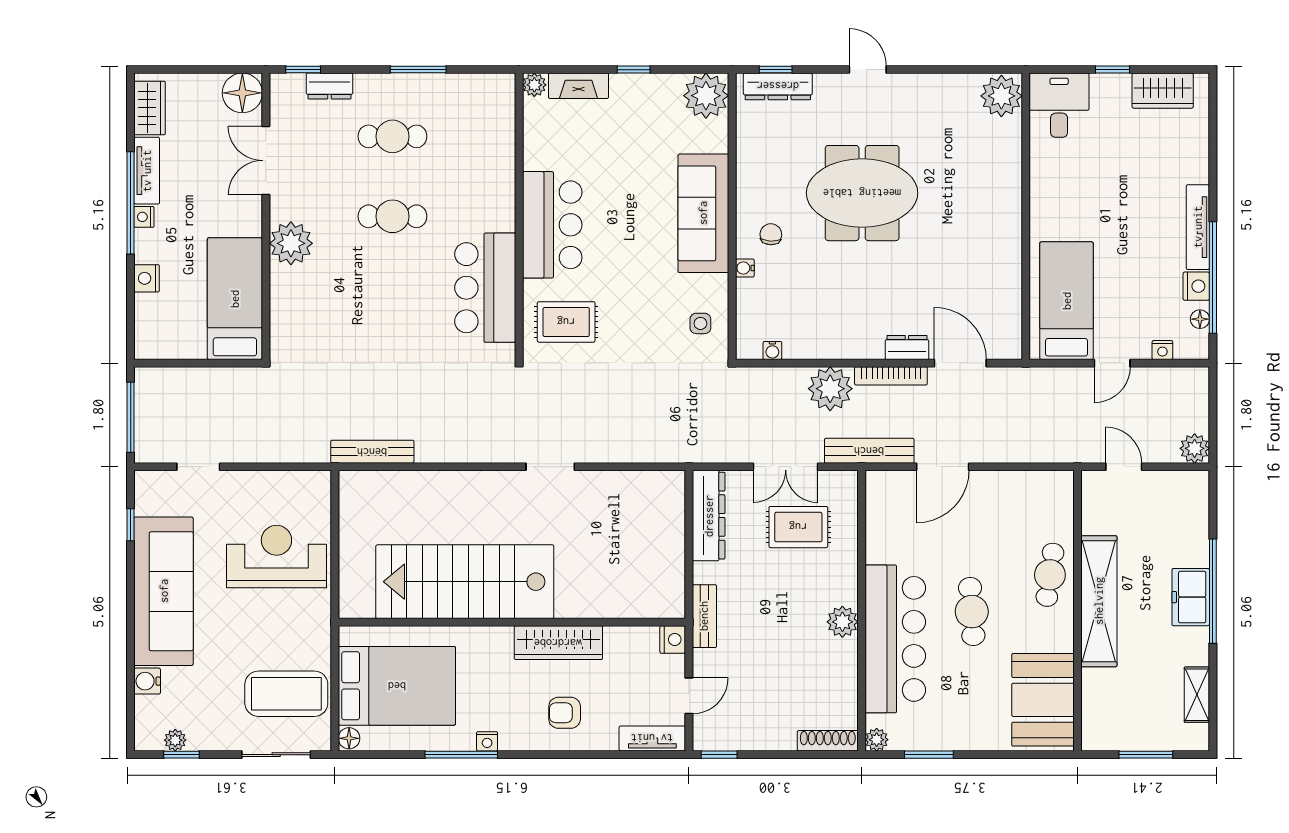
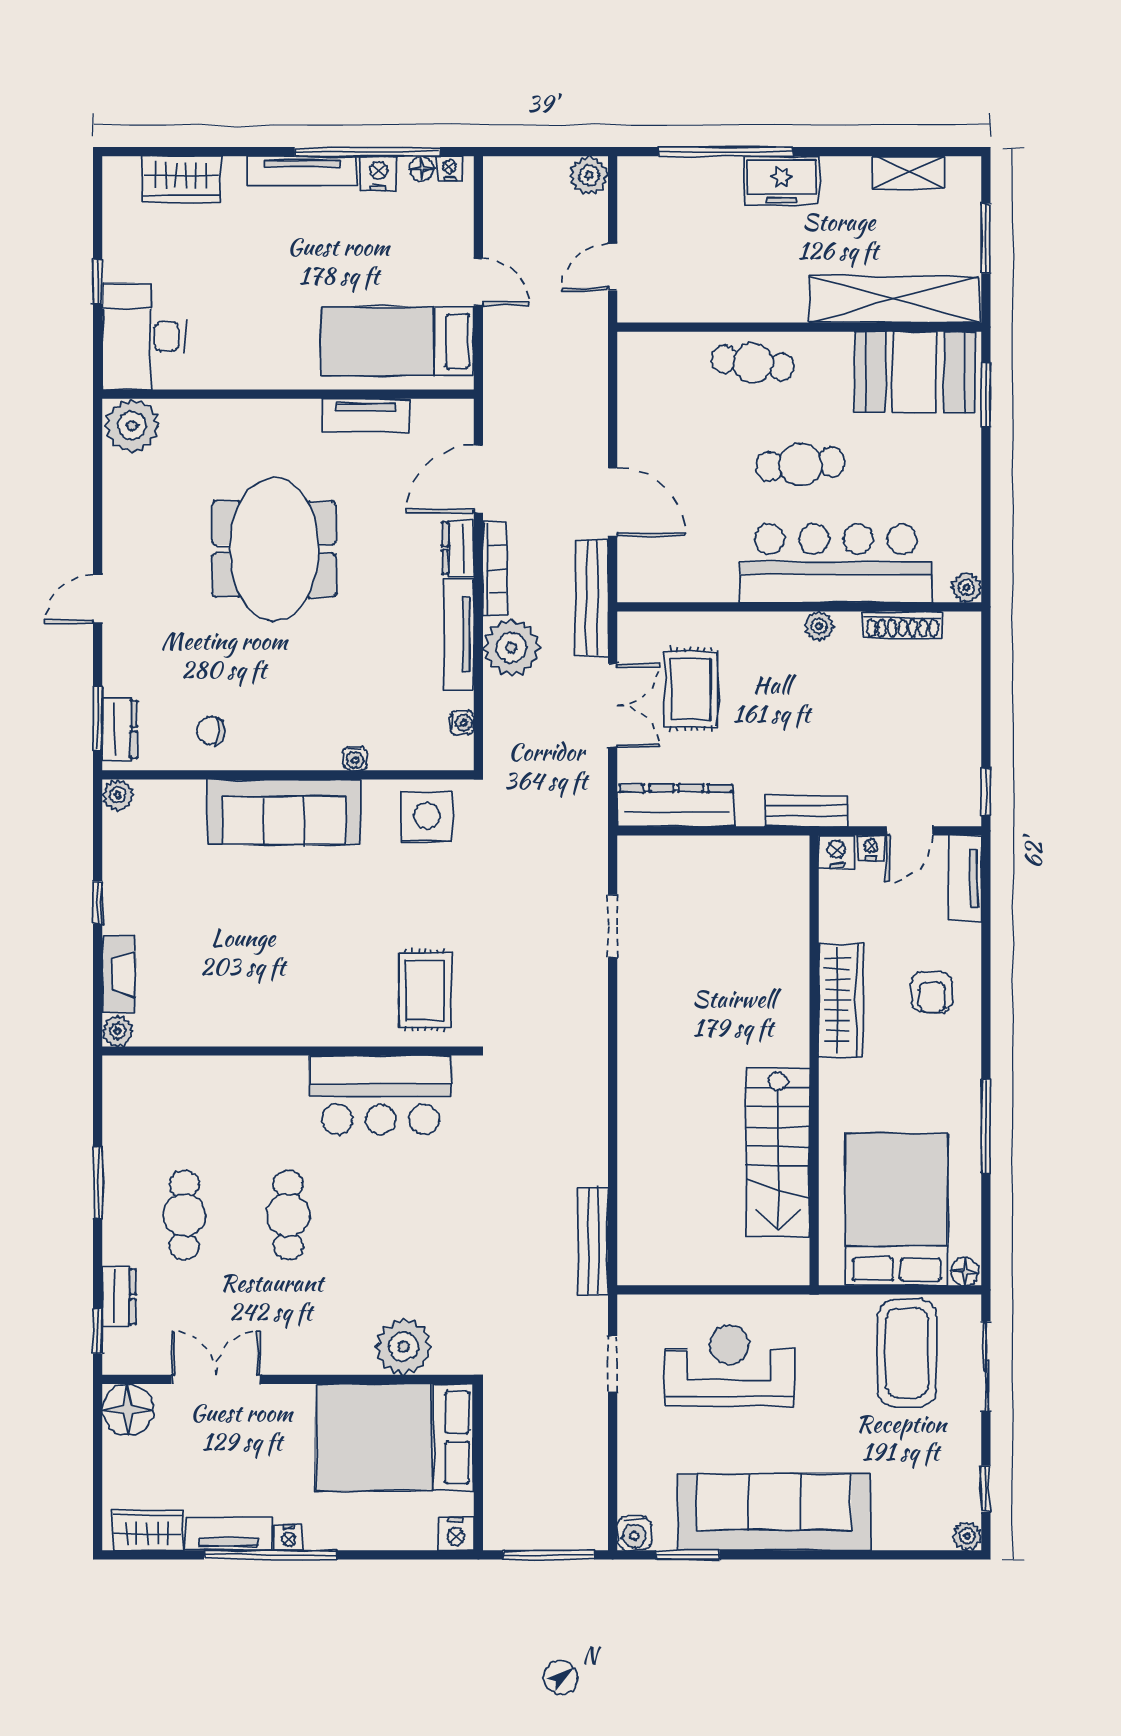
window: (776, 70) -> (98, 718), width x1.50
dresser: (778, 86) -> (120, 729), width x0.70
wardrobe: (1163, 91) -> (181, 179), moved, turned 90
plant: (706, 96) -> (118, 795), width x0.53, depth x0.53
desk: (1059, 105) -> (144, 337), width x1.37
double door: (266, 161) -> (216, 1379), swing flipped
meeting table: (862, 193) -> (274, 549), moved
bar counter: (552, 225) -> (299, 1008), removed
chair: (771, 234) -> (211, 730), moved
plant: (291, 243) -> (403, 1347), moved
tv unit: (1009, 276) -> (365, 415), added
nightstand: (147, 278) -> (456, 1534), moved
bed: (235, 299) -> (395, 1437), width x1.50
side table: (700, 323) -> (427, 816), width x1.87, depth x1.87
tv unit: (841, 348) -> (459, 634), added
nightstand: (1162, 350) -> (450, 169), moved, turned -90
doorway: (198, 467) -> (613, 1364), moved
doorway: (550, 467) -> (613, 926), moved
window: (131, 525) -> (688, 1555), width x1.50
reception desk: (276, 557) -> (729, 1366), turned 90
stairs: (465, 582) -> (778, 1152), width x0.73, depth x0.66
window: (1213, 591) -> (726, 152), moved
shelving: (1099, 601) -> (894, 299), moved
plant: (842, 622) -> (819, 626), width x0.73, depth x0.73
water cooler: (147, 681) -> (634, 1533), moved
door: (689, 696) -> (910, 831), swing flipped
plant: (175, 740) -> (967, 1536), moved
nightstand: (487, 741) -> (871, 848), moved, turned -90
shoe rack: (828, 741) -> (903, 625), moved, turned -90
window: (929, 755) -> (986, 394), moved

